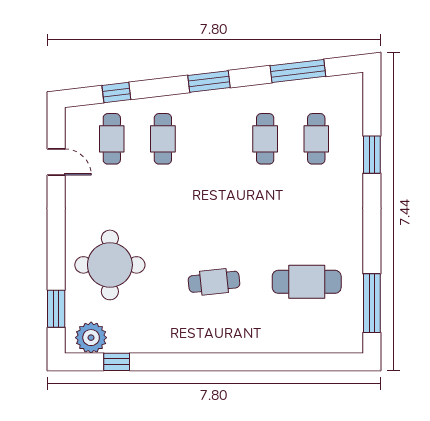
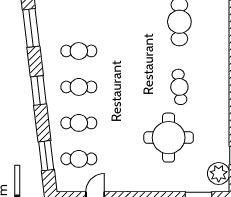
window: (116, 92) -> (46, 156), width x1.50
cafe table: (316, 139) -> (79, 87), moved
round table: (110, 265) -> (169, 138), moved

